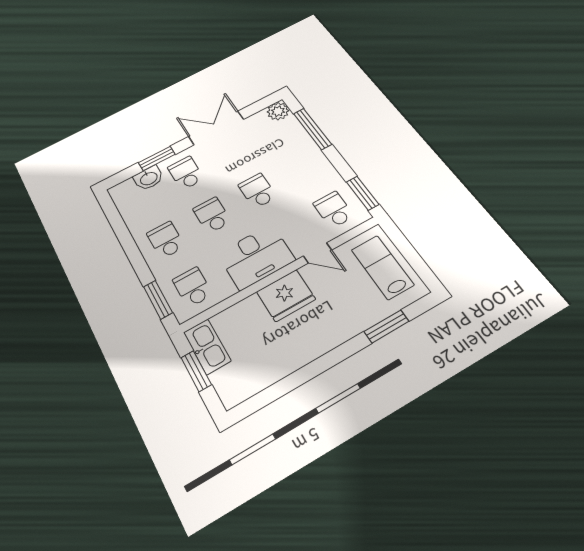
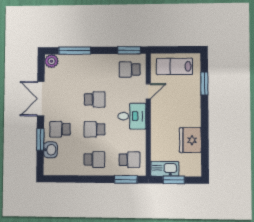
school desk: (258, 191) -> (95, 99), turned 180
school desk: (166, 240) -> (94, 159), turned 180
desk: (256, 257) -> (132, 116), width x0.73
school desk: (193, 287) -> (129, 160), turned 180
fridge: (286, 295) -> (190, 140), moved, turned 180

